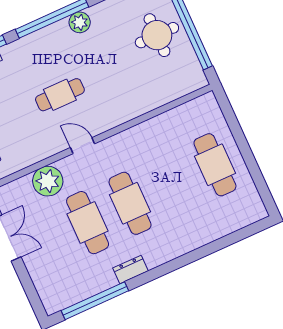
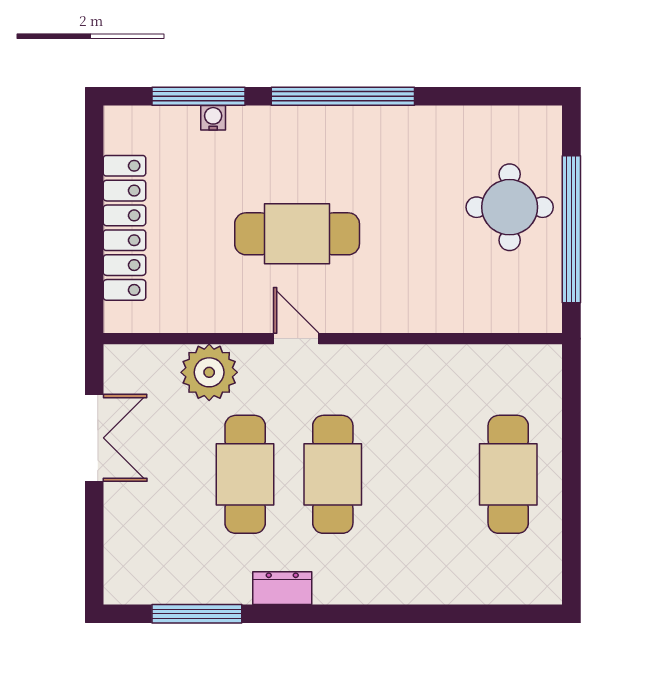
plant: (80, 22) -> (387, 125), removed
cafe table: (60, 95) -> (297, 234), width x1.37, depth x1.35
window: (95, 301) -> (197, 614), width x0.68

